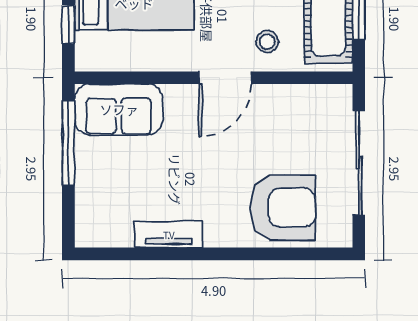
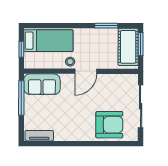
stool: (267, 42) -> (70, 62), moved
tv unit: (169, 235) -> (39, 136), moved

